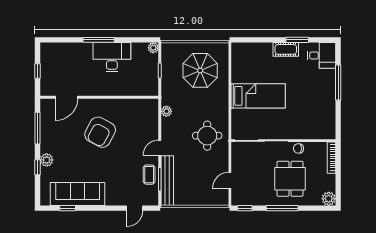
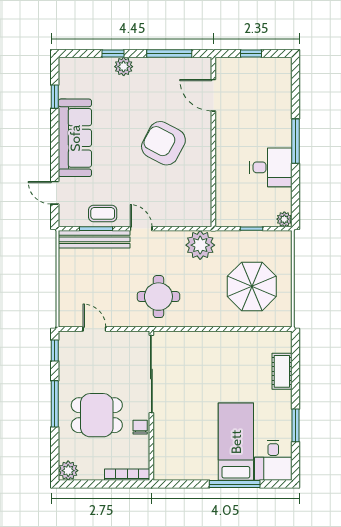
cot: (286, 49) -> (282, 371), moved
desk: (112, 57) -> (271, 167), width x0.73
bed: (258, 96) -> (236, 442), moved, turned 180
plant: (166, 111) -> (200, 245), width x1.88, depth x1.88
sofa: (78, 194) -> (75, 138), moved

